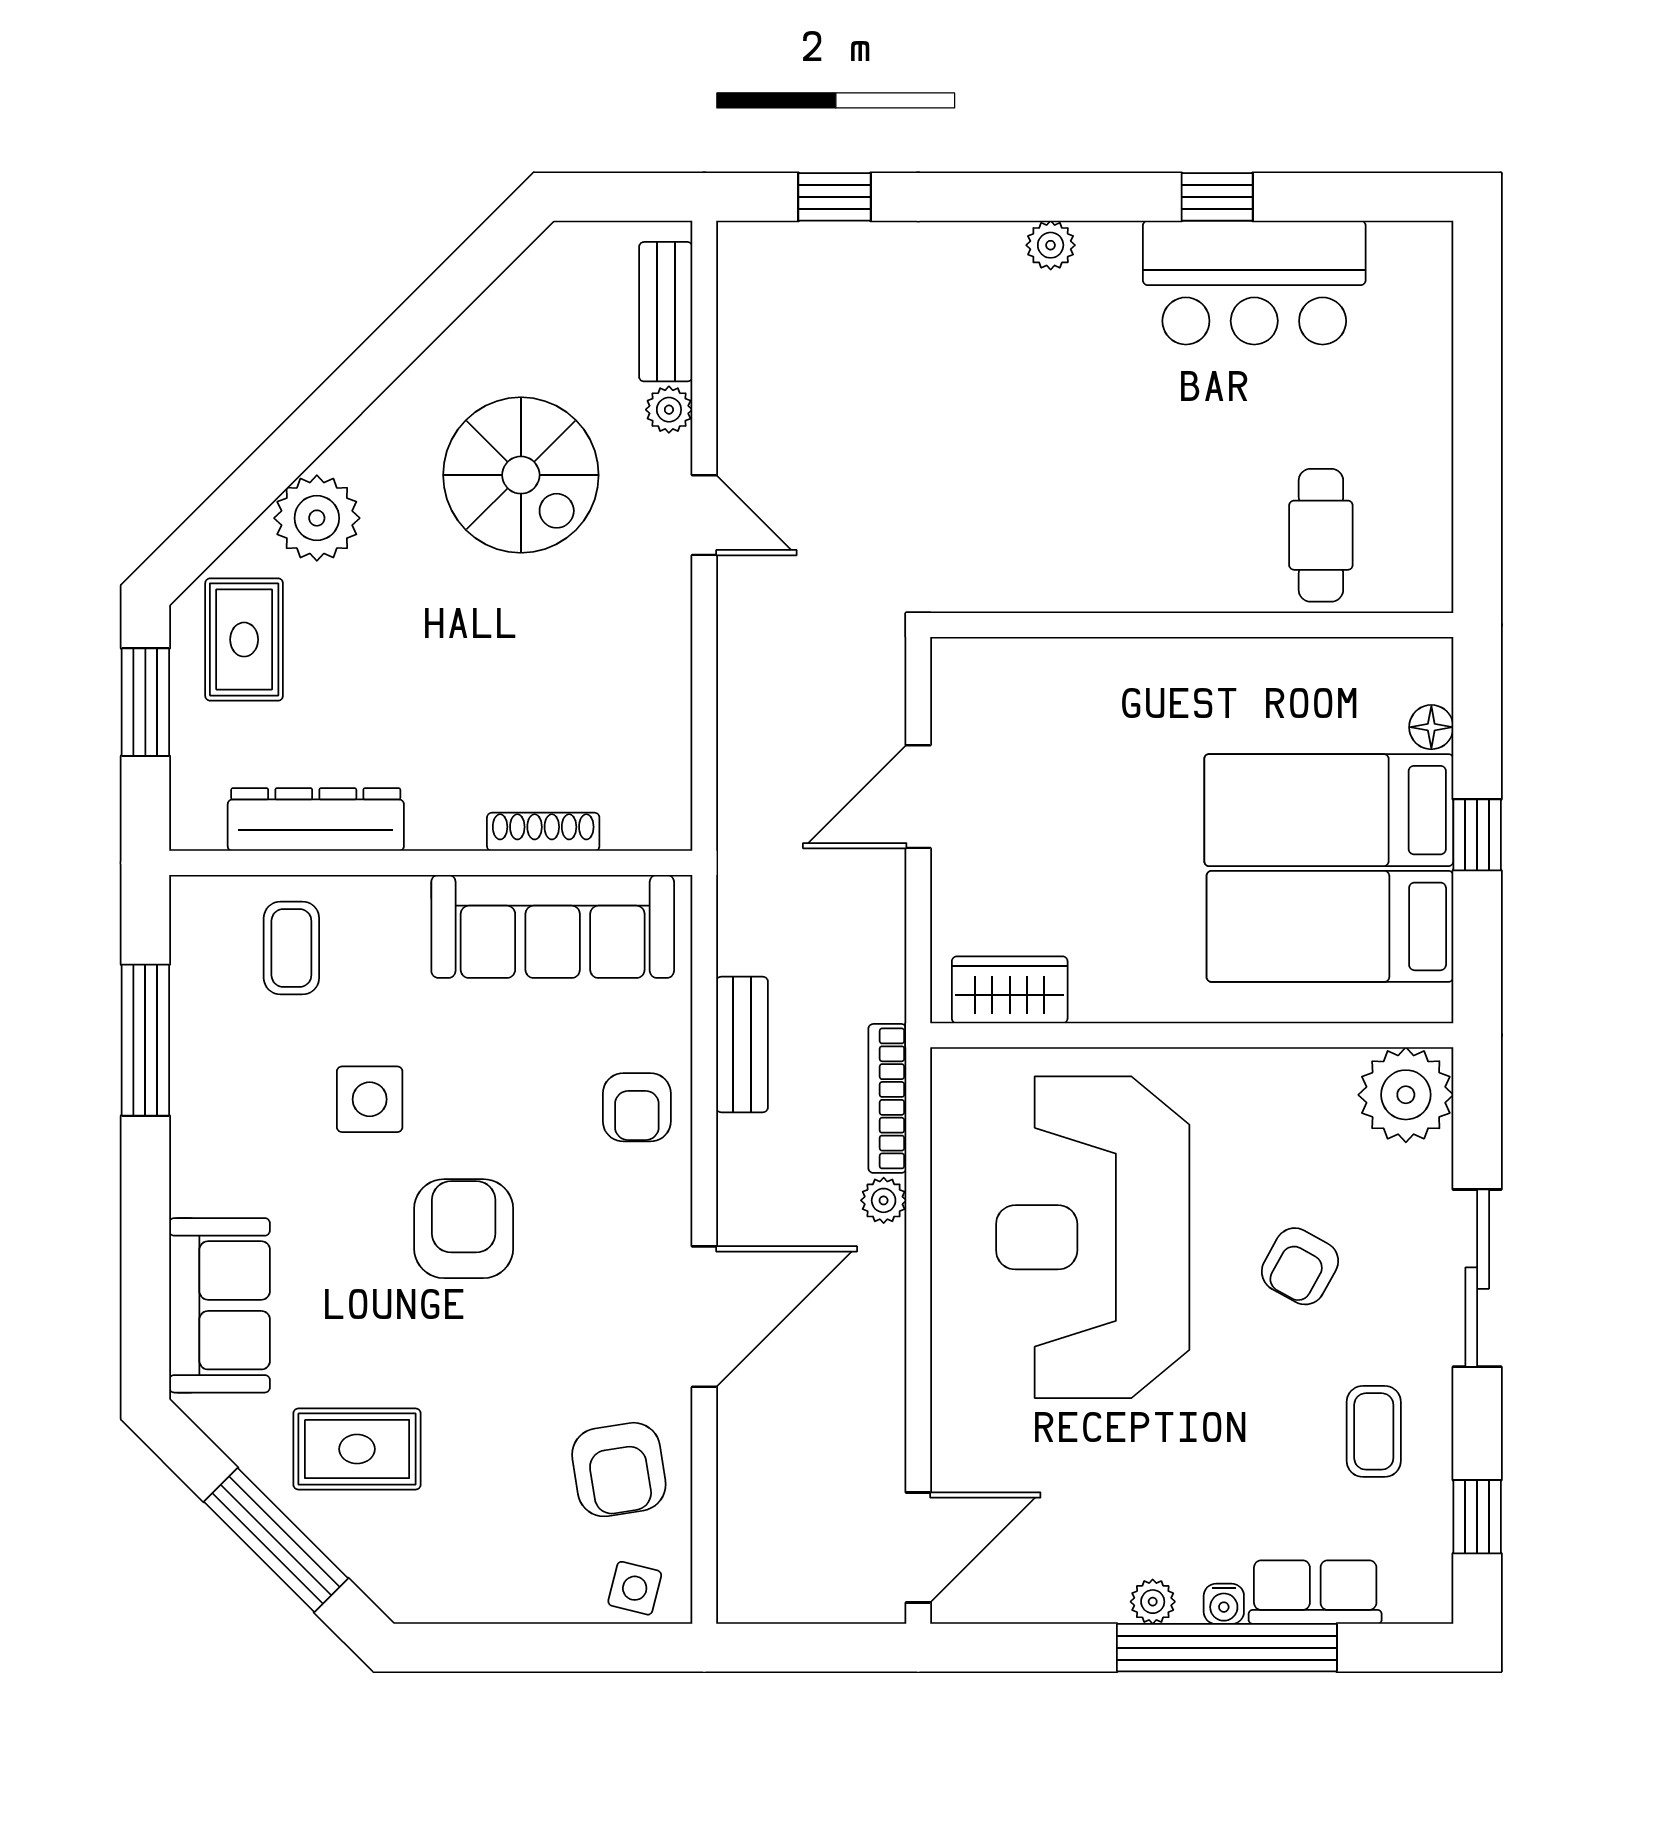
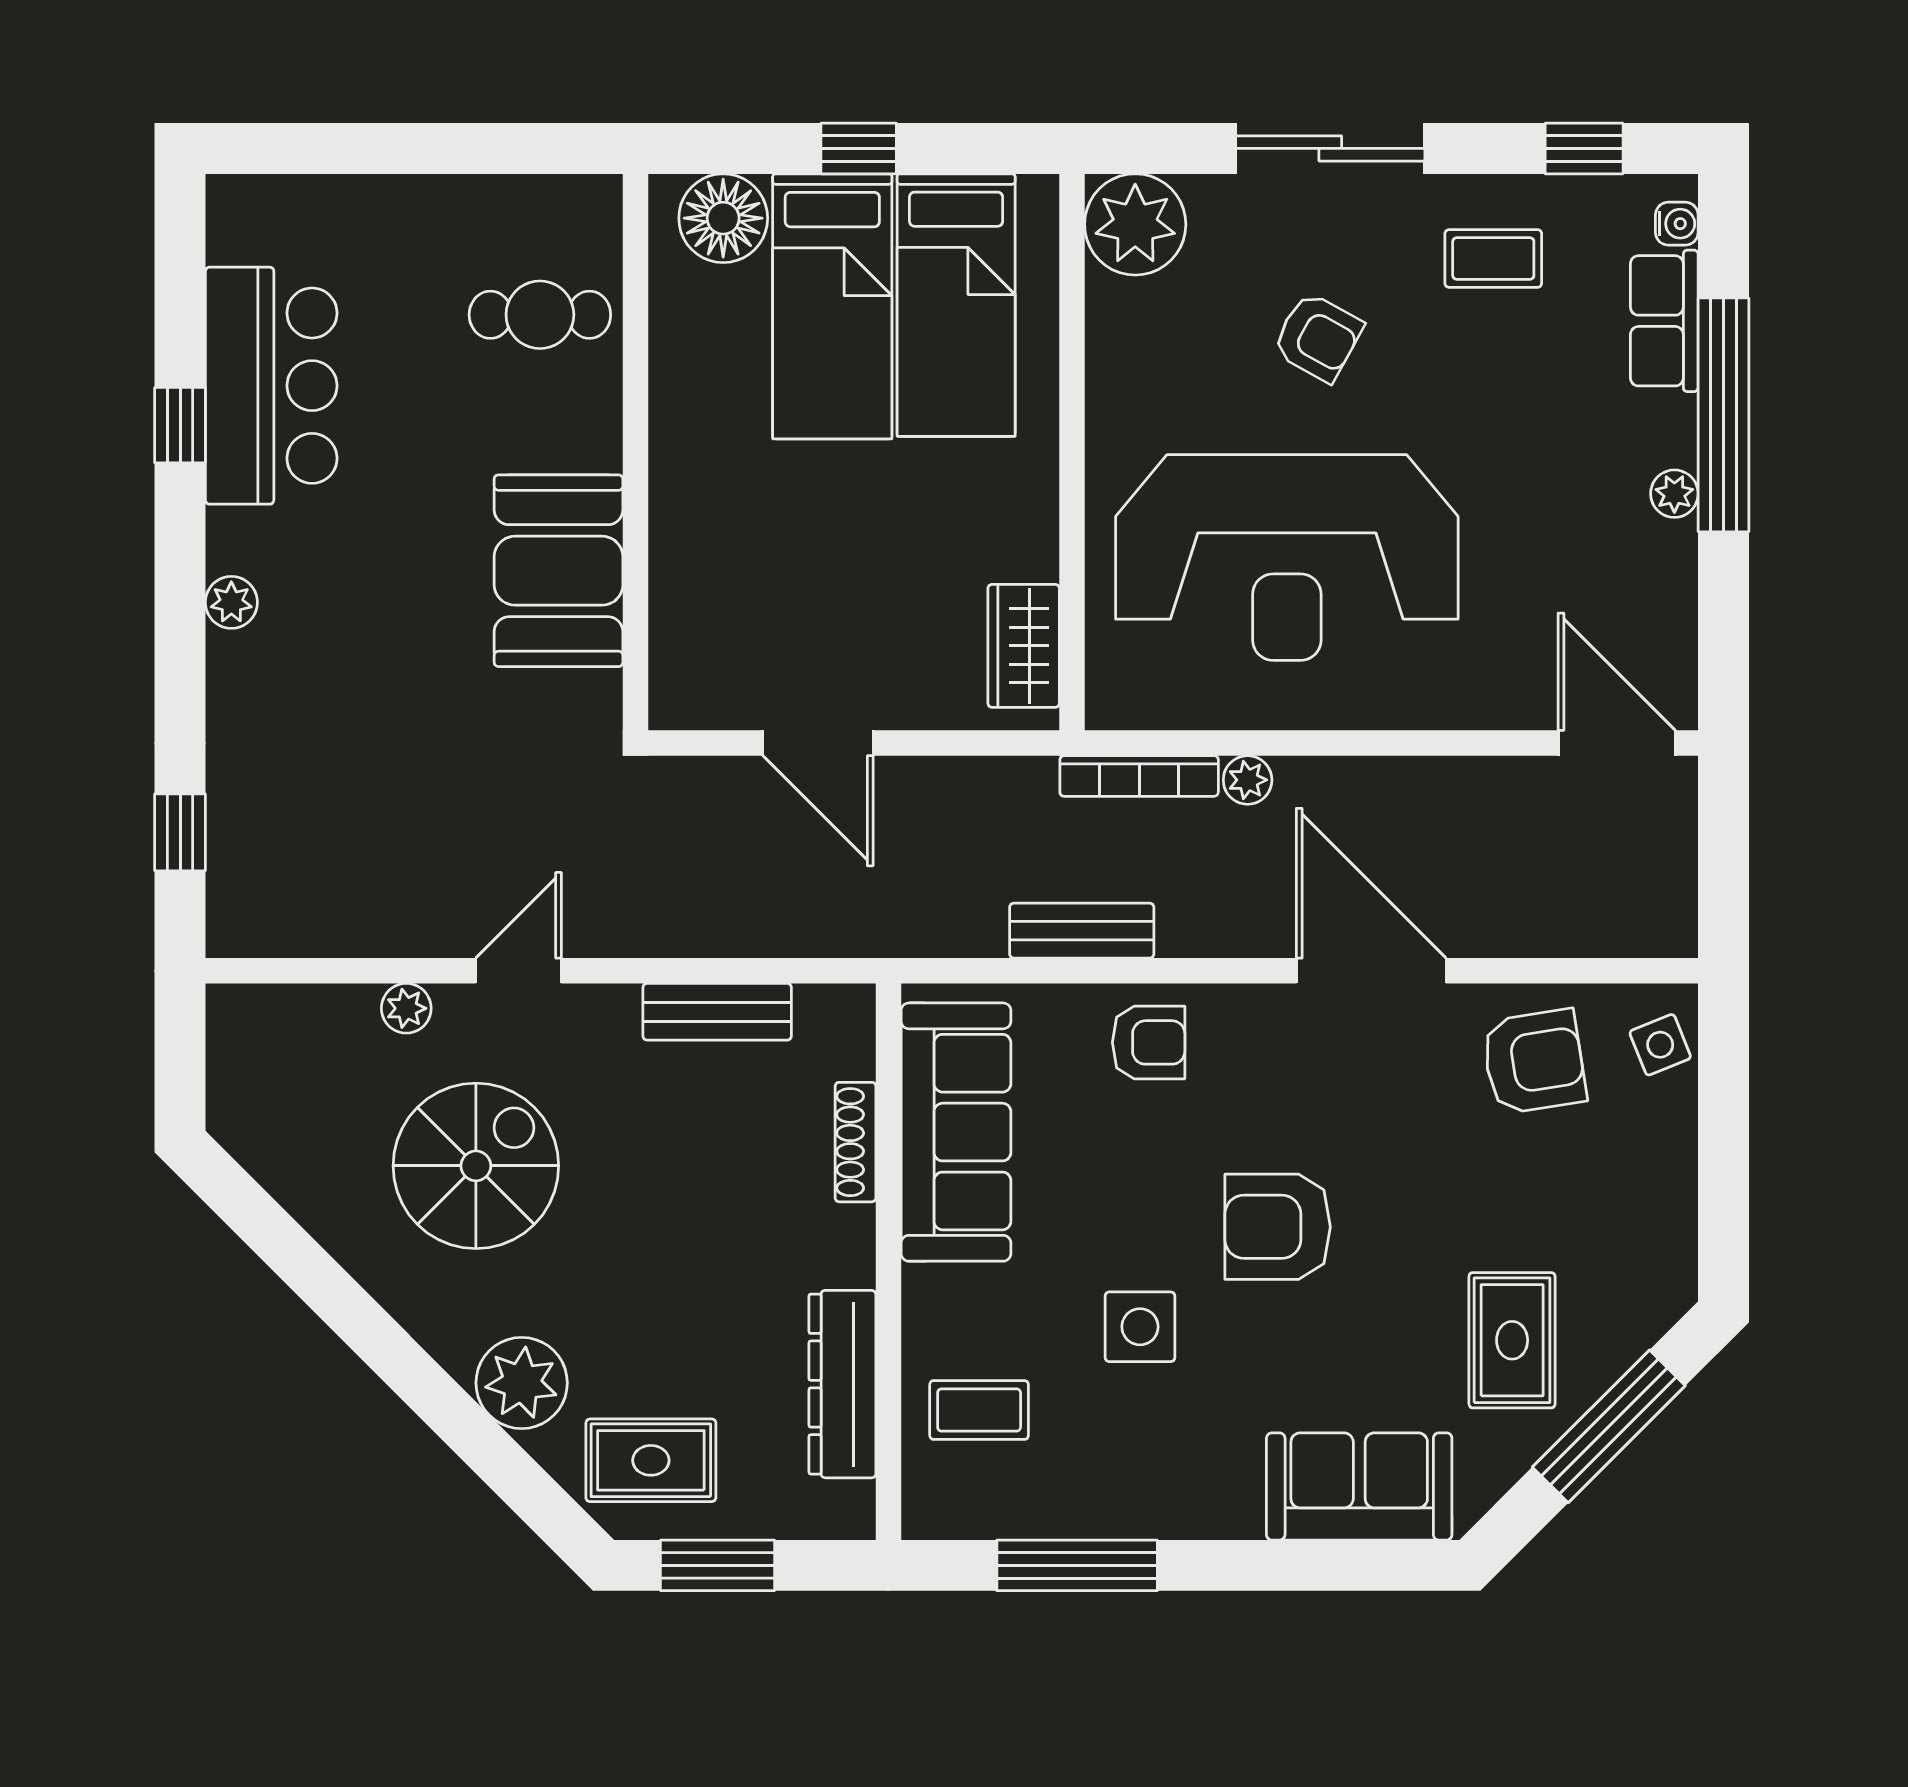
bench: (666, 312) -> (717, 1012), moved
booth: (1080, 553) -> (559, 571), added
floor lamp: (1431, 727) -> (723, 218), width x1.89, depth x1.89
side table: (635, 1588) -> (1660, 1045), turned -36
water cooler: (1224, 1604) -> (1677, 224), moved

